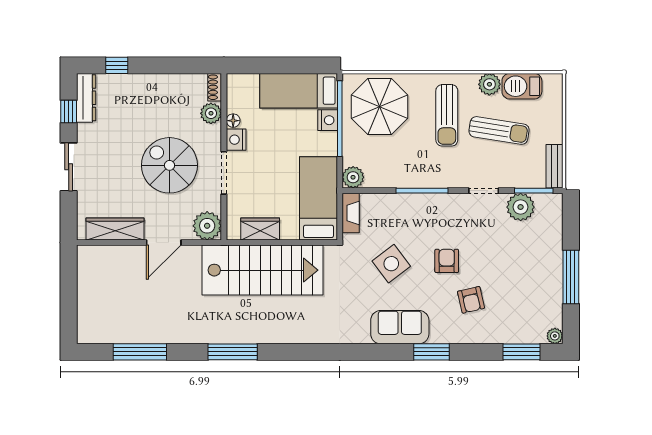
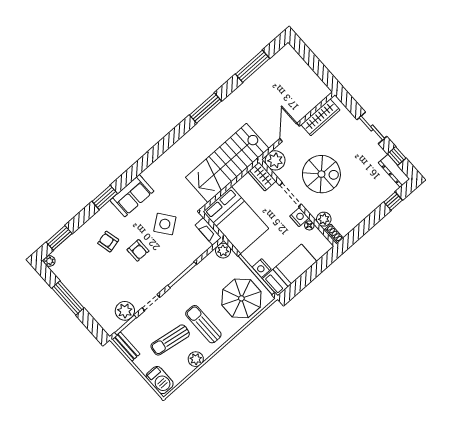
barbecue: (522, 86) -> (160, 380), moved, turned 90
bed: (318, 198) -> (236, 220), width x1.50
wardrobe: (260, 229) -> (262, 176), moved, turned 90

